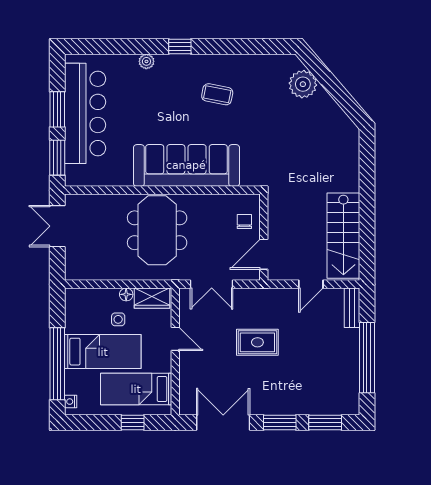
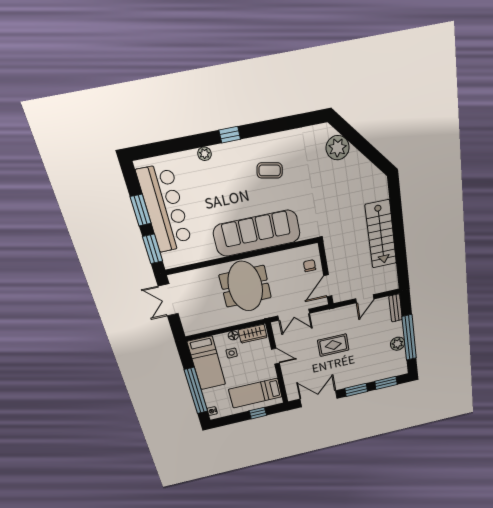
stairs: (343, 236) -> (381, 234), moved
bed: (103, 352) -> (207, 363), moved, turned 90
plant: (349, 363) -> (398, 344), added

